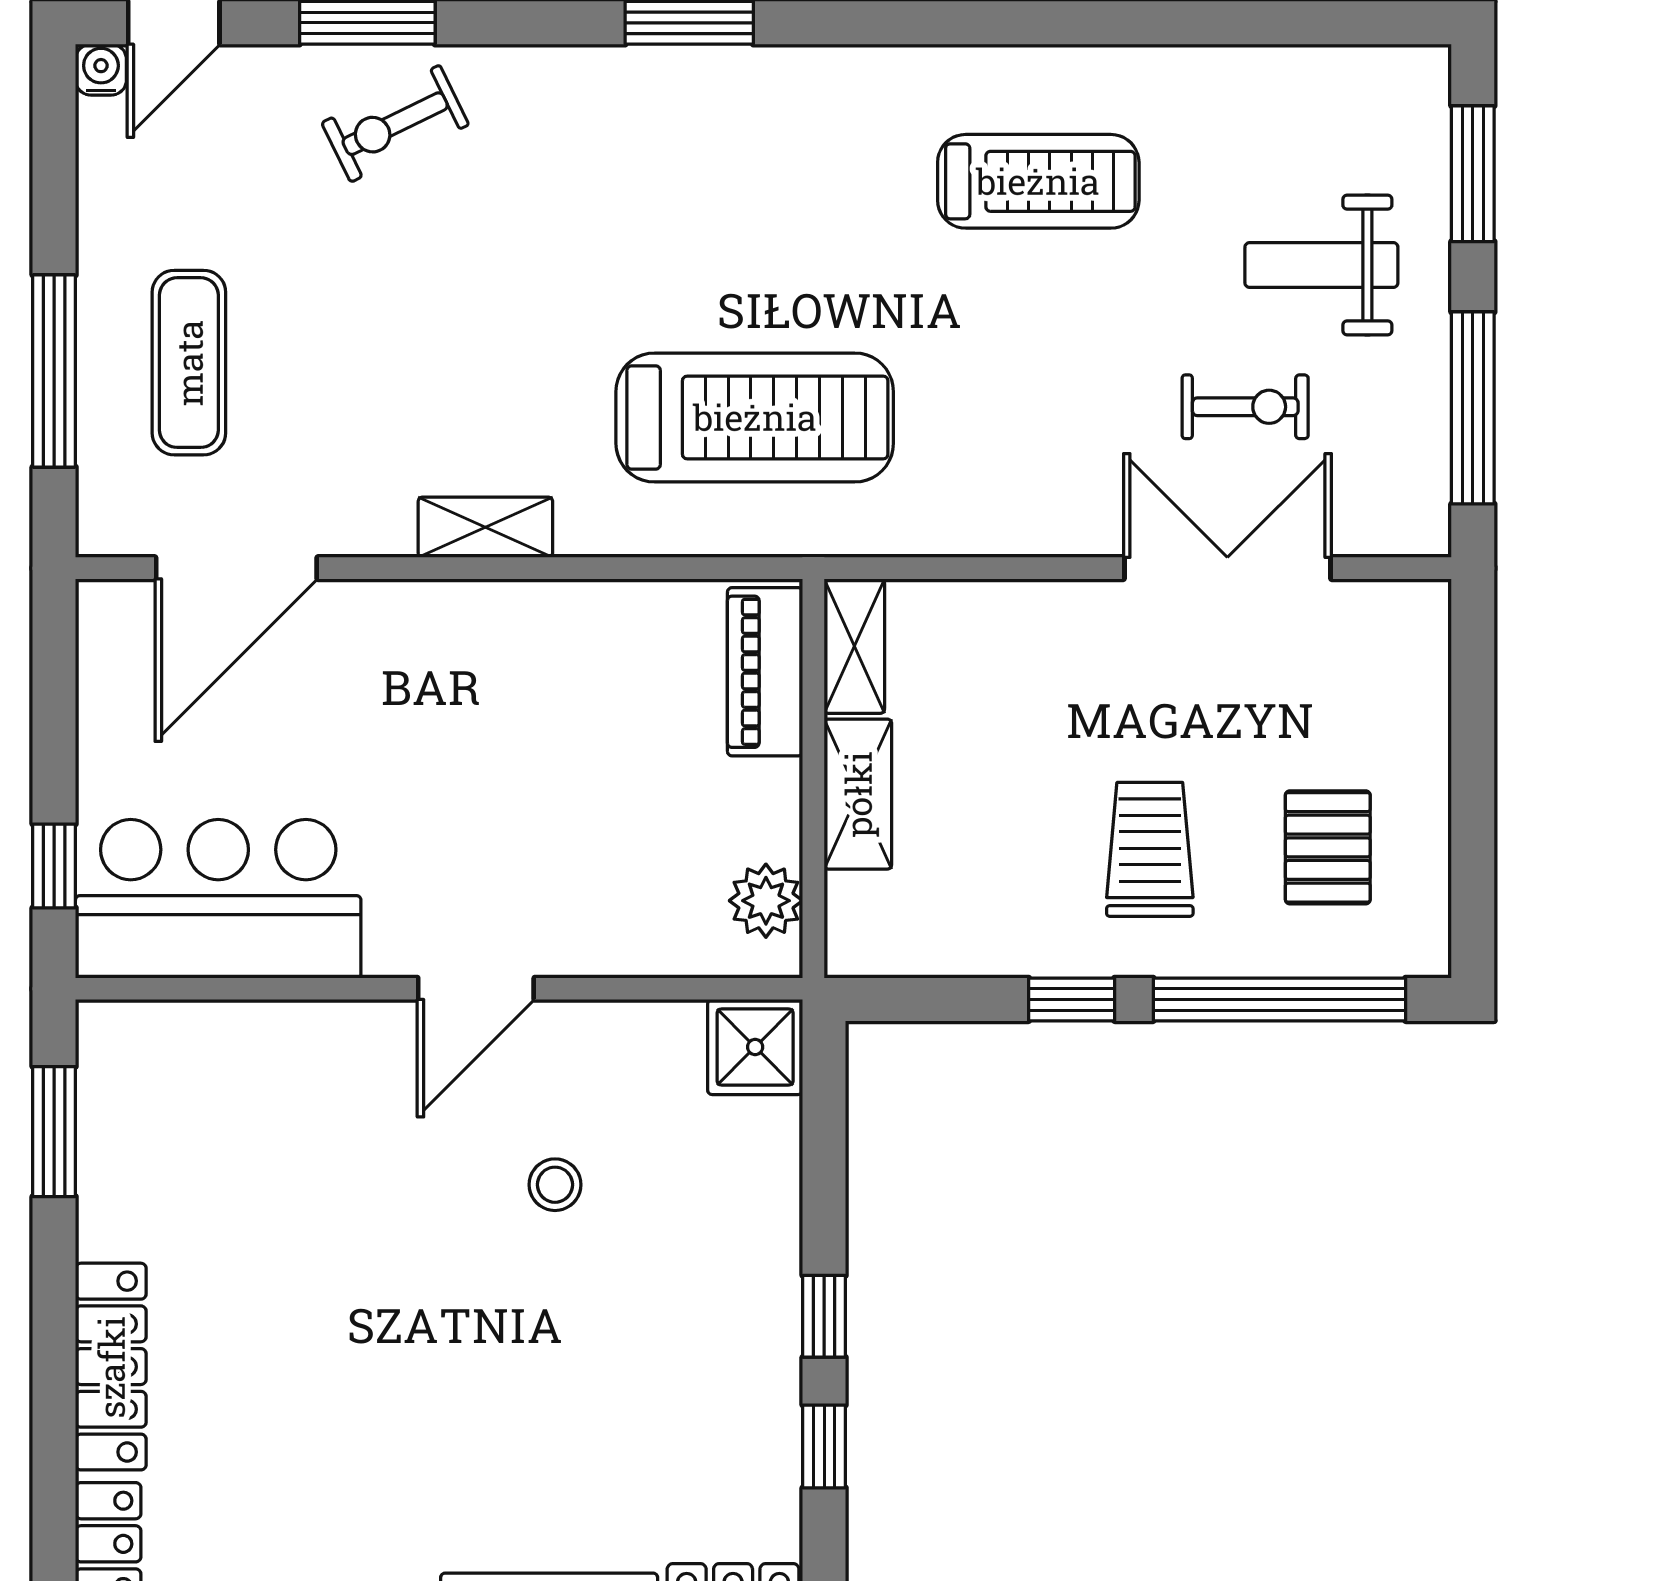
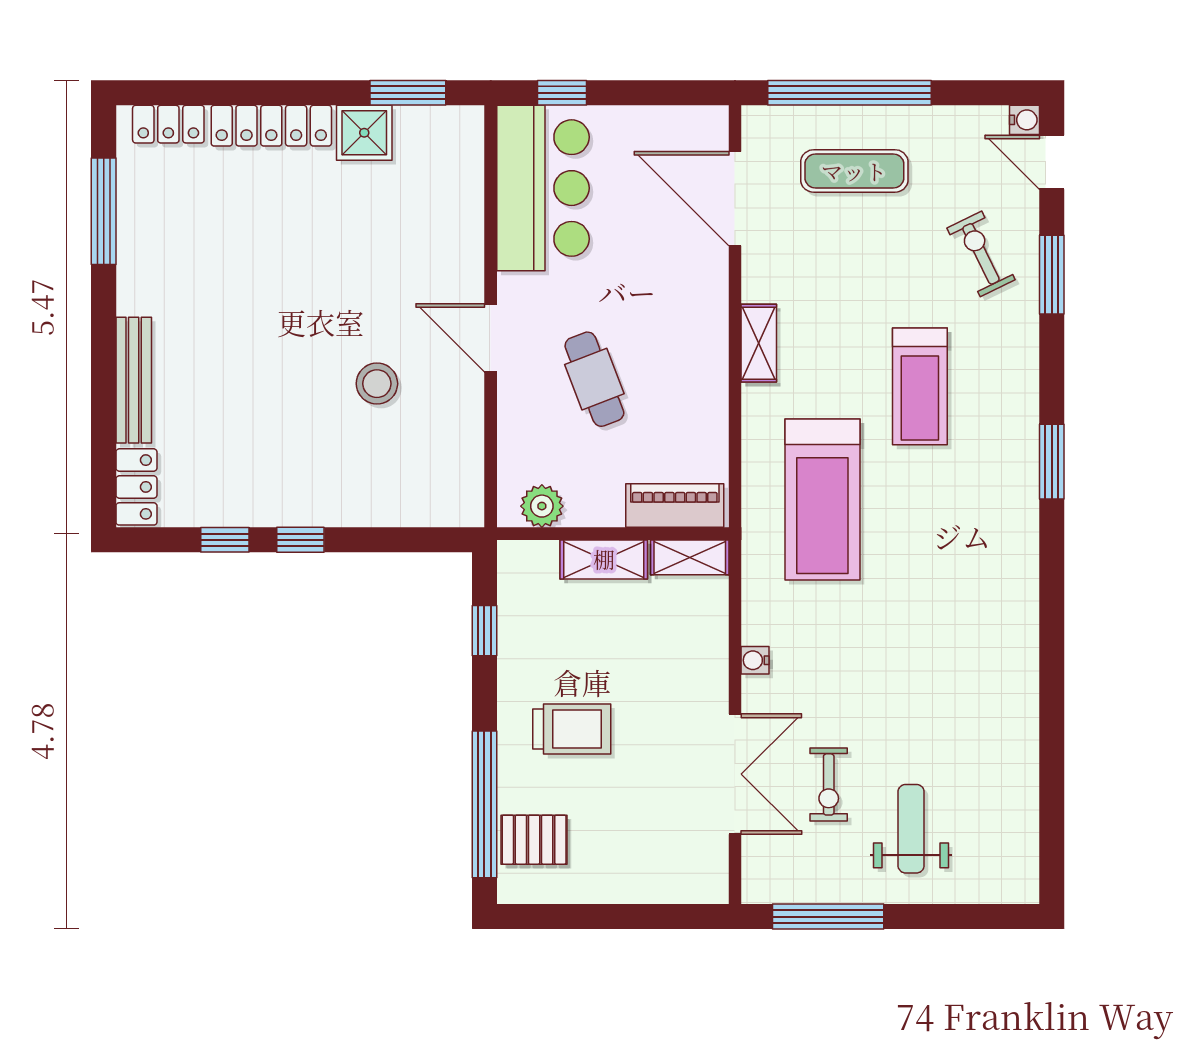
exercise bike: (395, 124) -> (981, 254), moved
window: (1473, 174) -> (964, 917), removed
treadmill: (1038, 181) -> (920, 386), moved
window: (54, 371) -> (849, 93), width x1.46
water cooler: (1031, 534) -> (755, 660), added
cafe table: (547, 810) -> (594, 379), added
pallet: (1328, 847) -> (534, 840), moved
window: (1072, 999) -> (484, 631), moved
shower: (755, 1047) -> (364, 133), moved
stool: (555, 1185) -> (377, 384), width x1.37, depth x1.37

